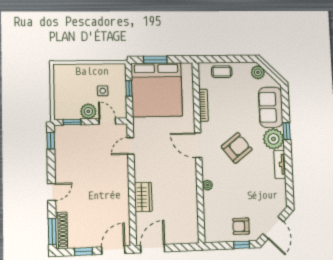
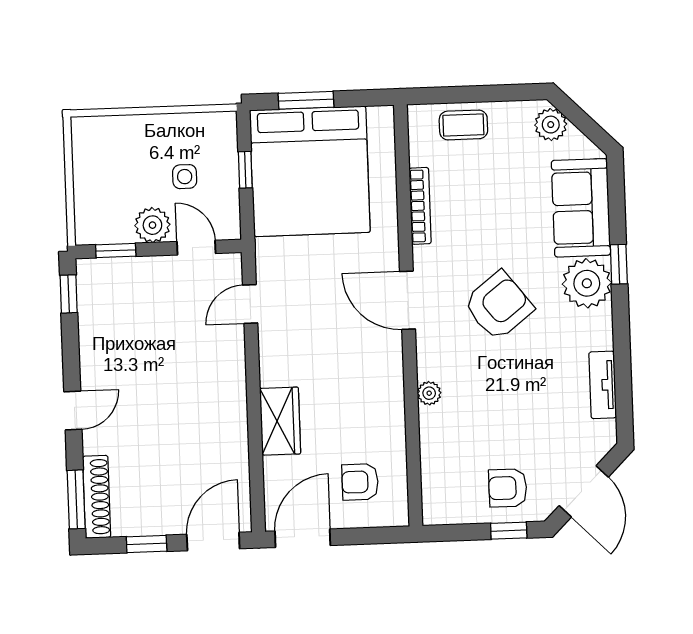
tv unit: (280, 164) -> (603, 385), moved
armchair: (178, 224) -> (360, 482), added

